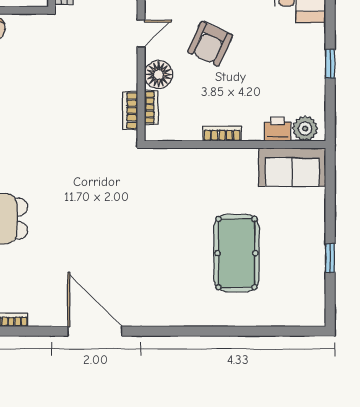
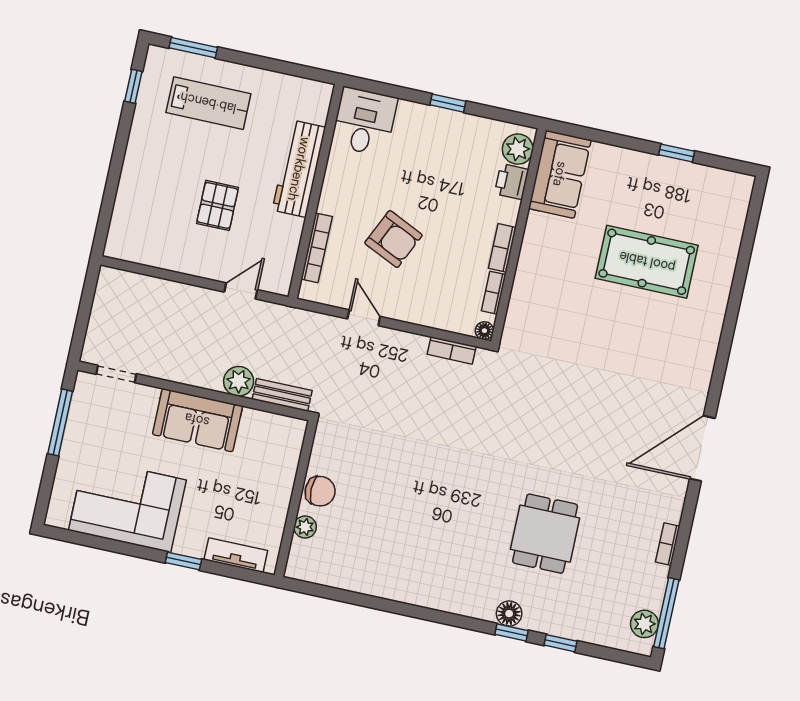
floor lamp: (159, 75) -> (484, 331), moved, width x0.53, depth x0.53
bookcase: (151, 107) -> (494, 293), moved, turned -90

